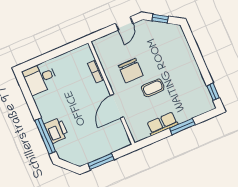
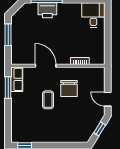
chair: (131, 71) -> (69, 88), turned -90
row of seats: (162, 124) -> (17, 79), moved
window: (182, 126) -> (8, 87), moved

